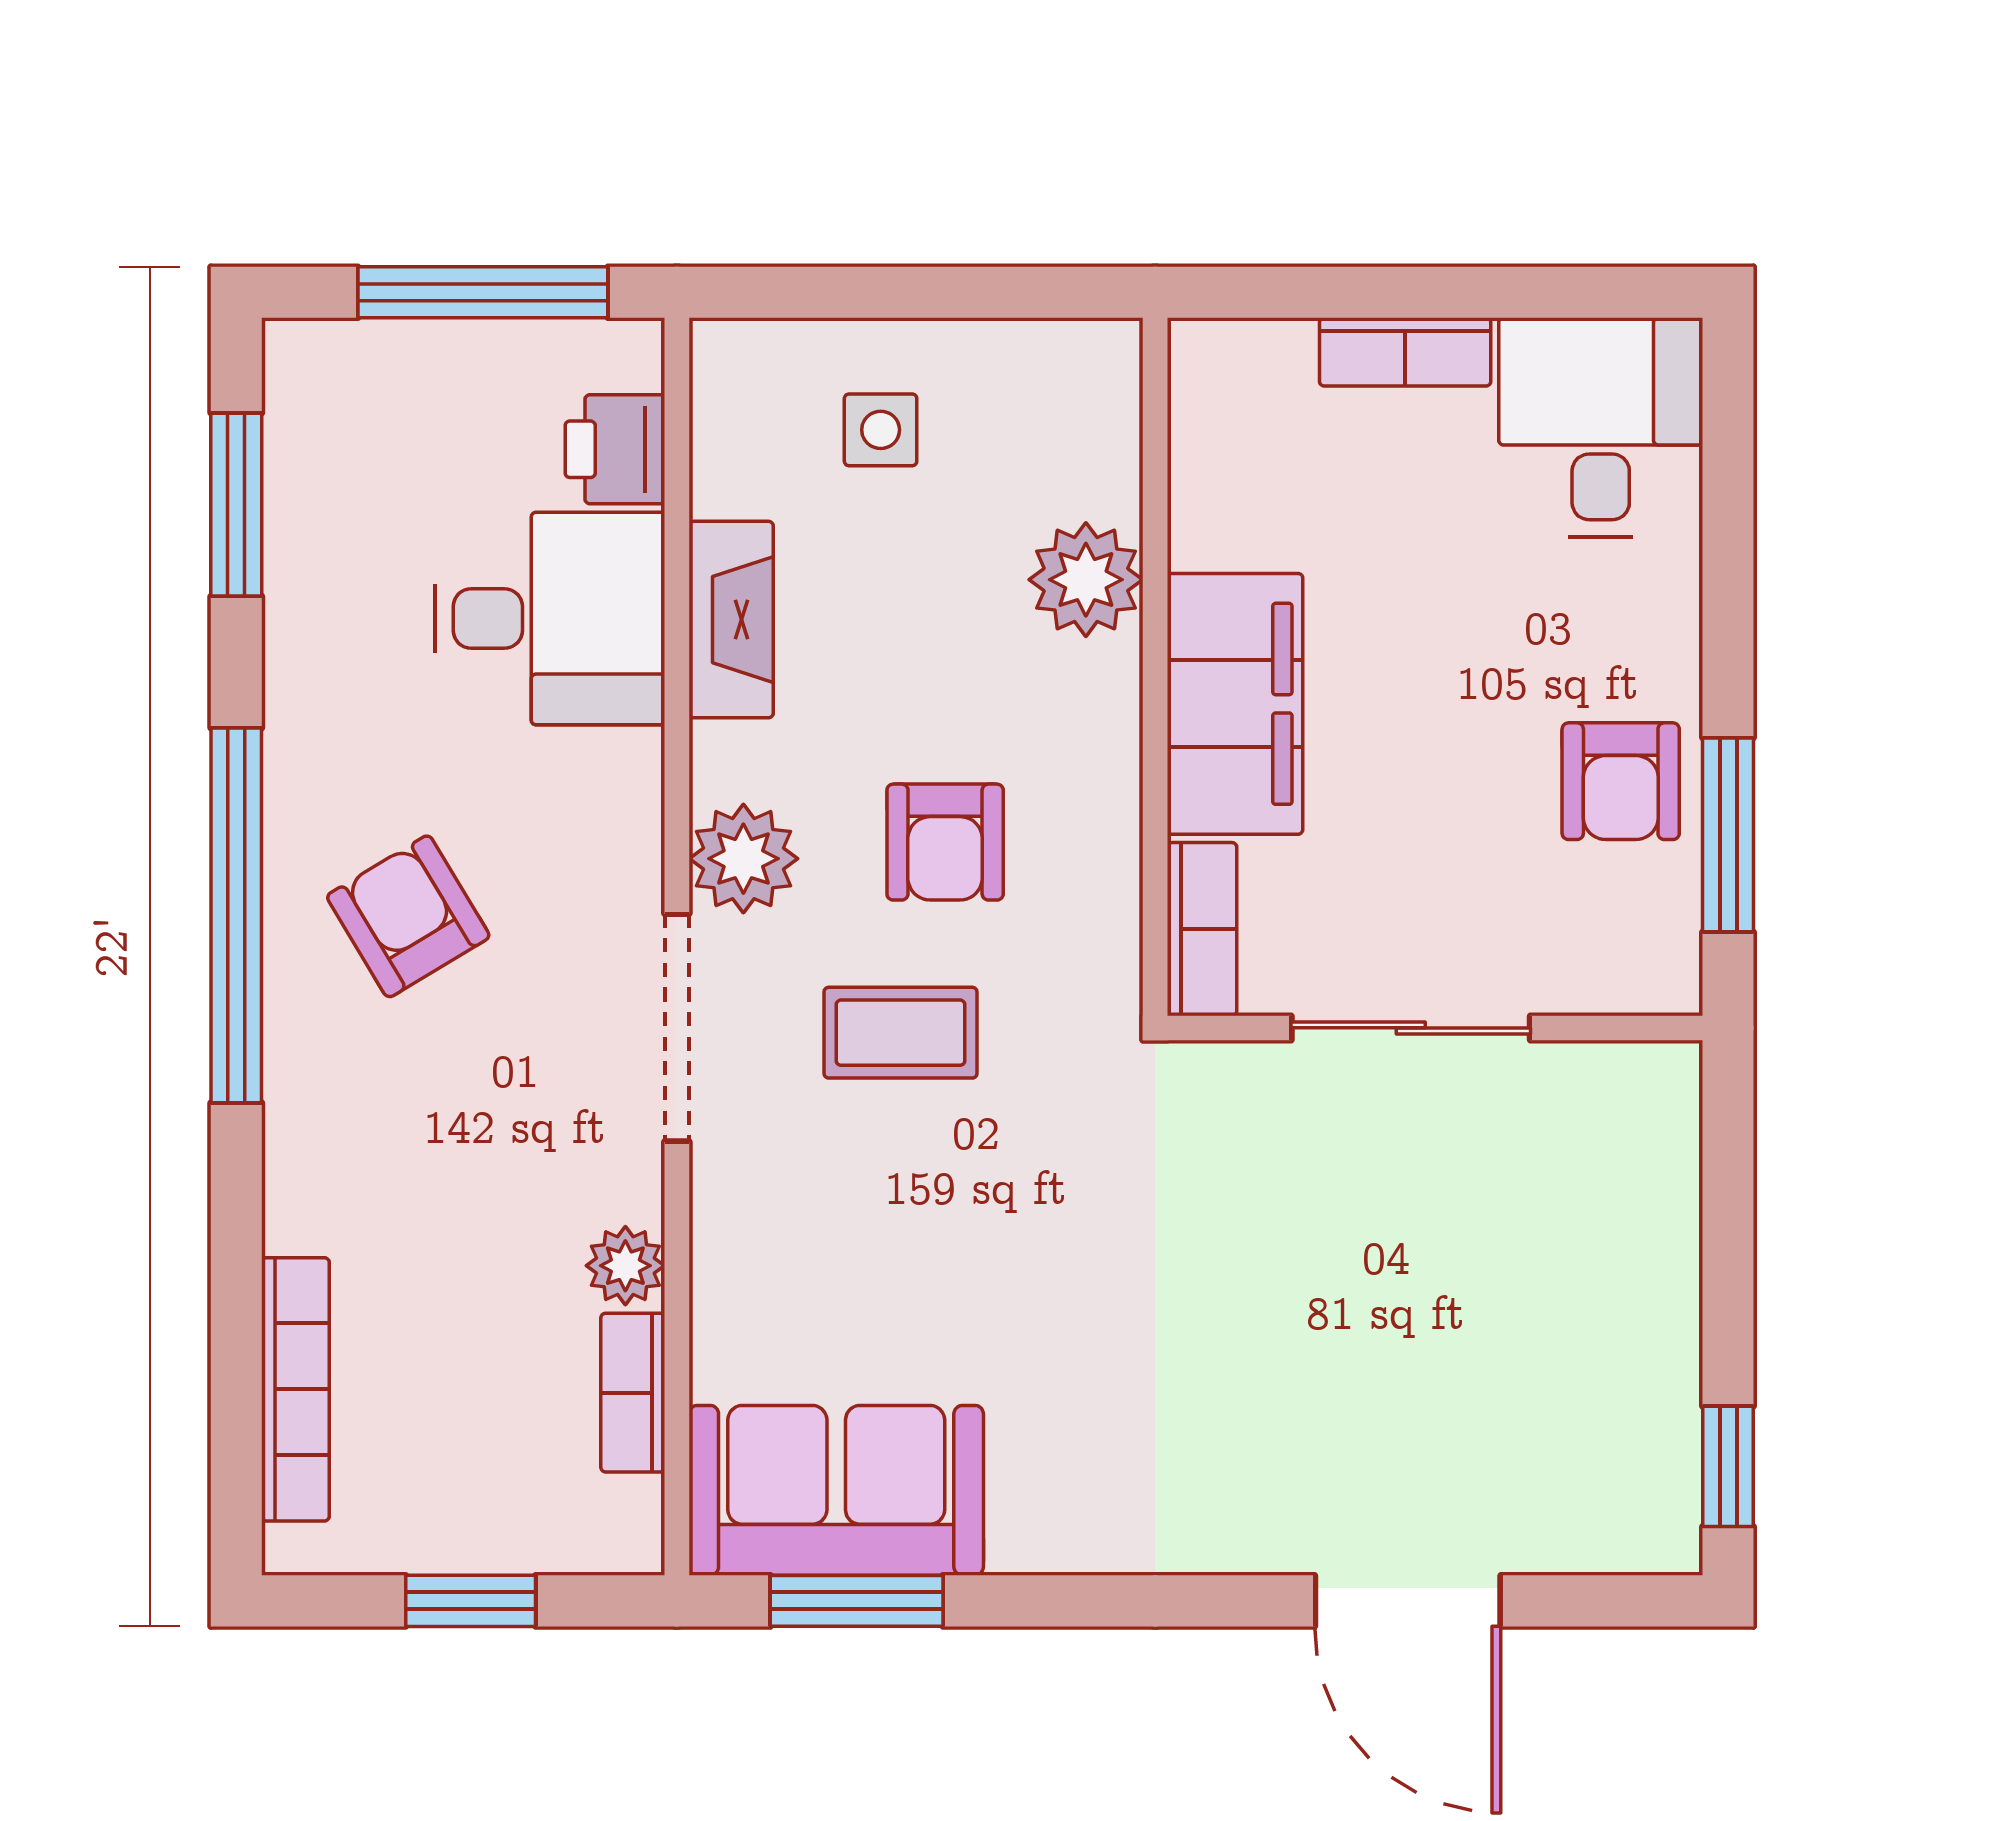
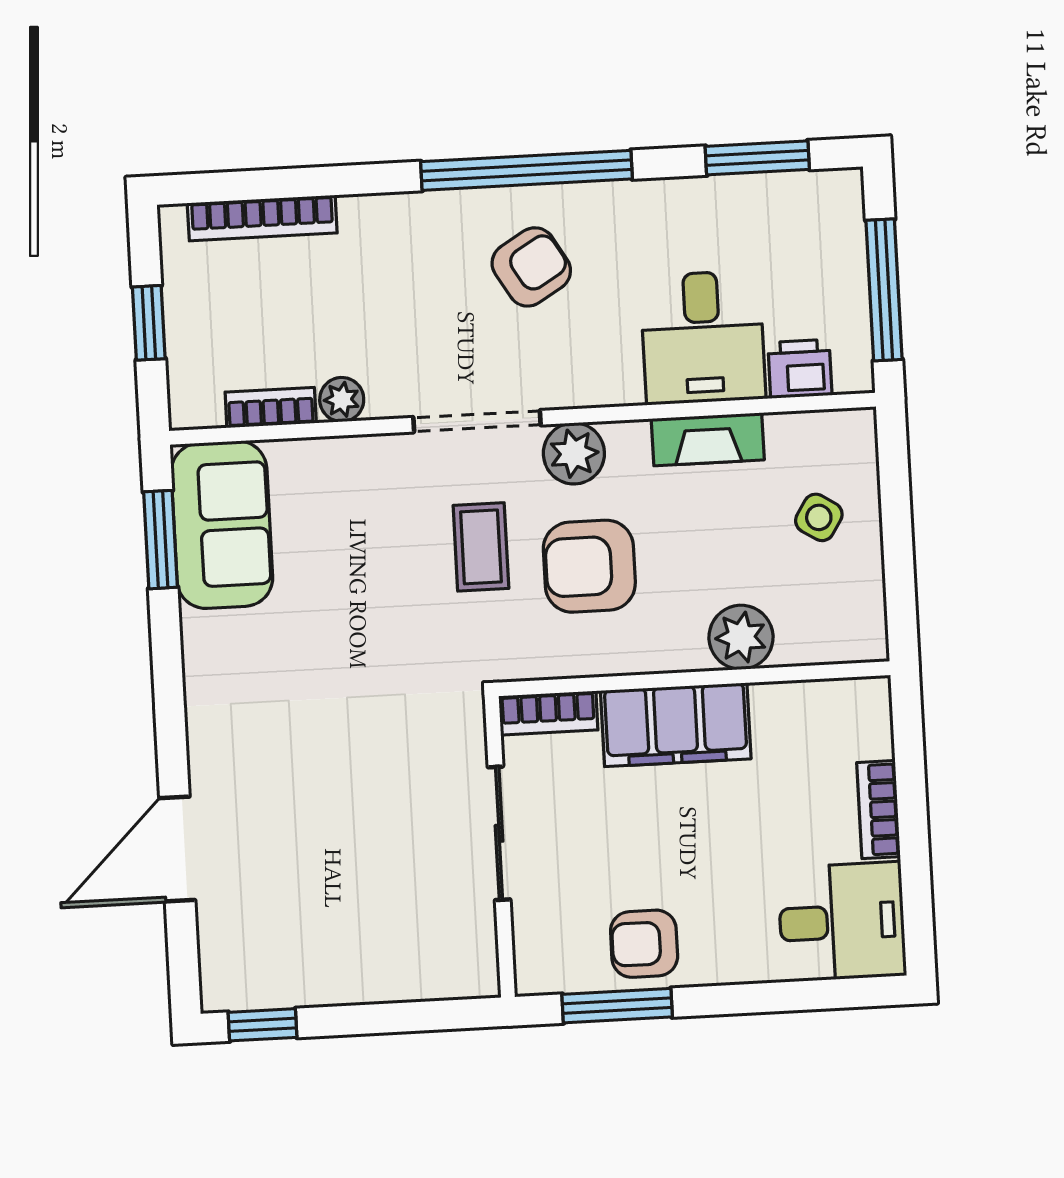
side table: (881, 430) -> (819, 517), turned 32
armchair: (945, 842) -> (589, 566), width x1.38, depth x1.38

